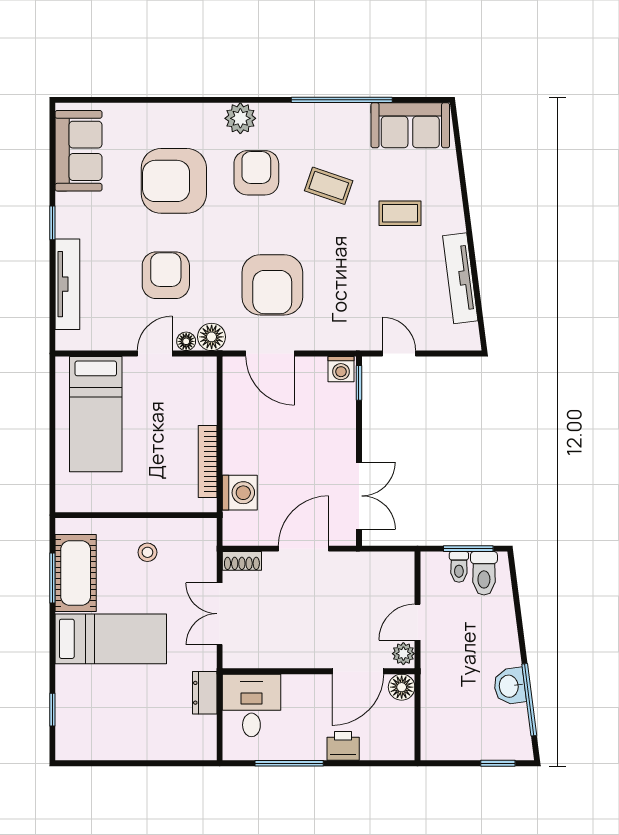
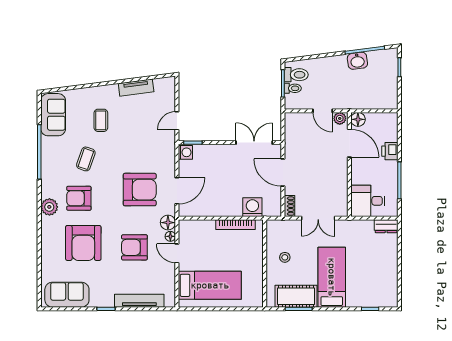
tv unit: (460, 278) -> (136, 88), width x0.71
dresser: (205, 693) -> (386, 226), moved

